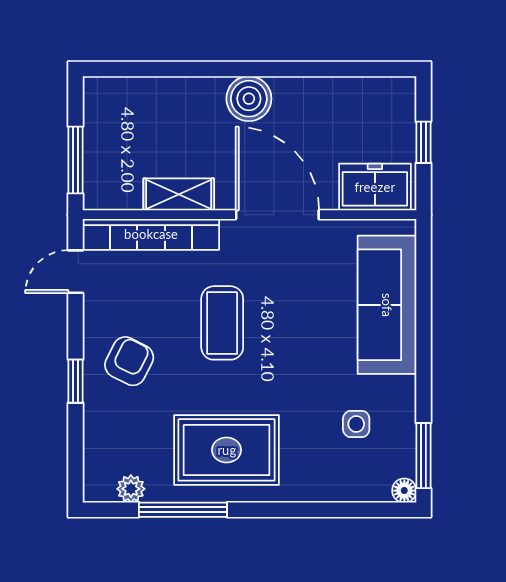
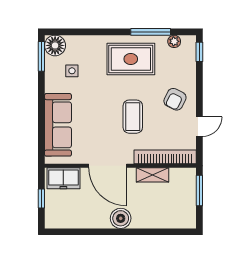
door: (75, 272) -> (199, 127), moved
window: (75, 381) -> (199, 52), moved
floor lamp: (404, 491) -> (55, 45), width x1.89, depth x1.89

